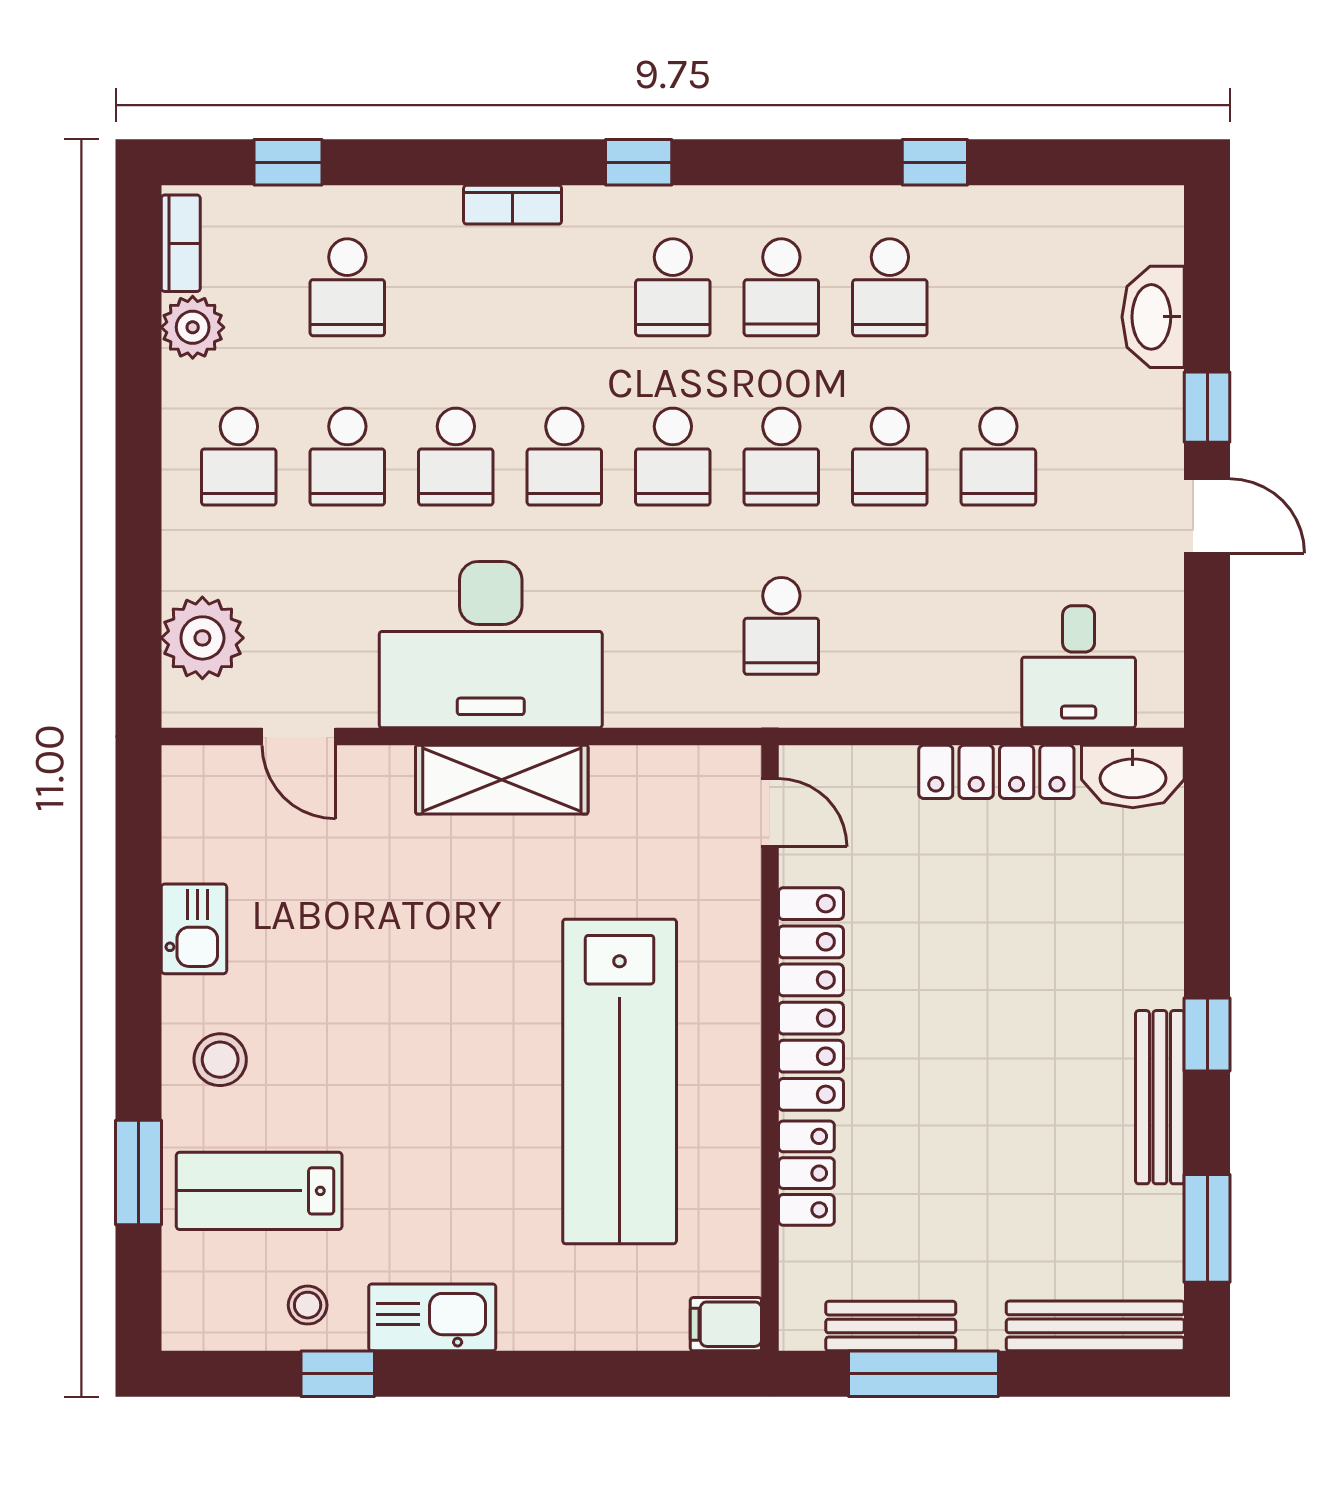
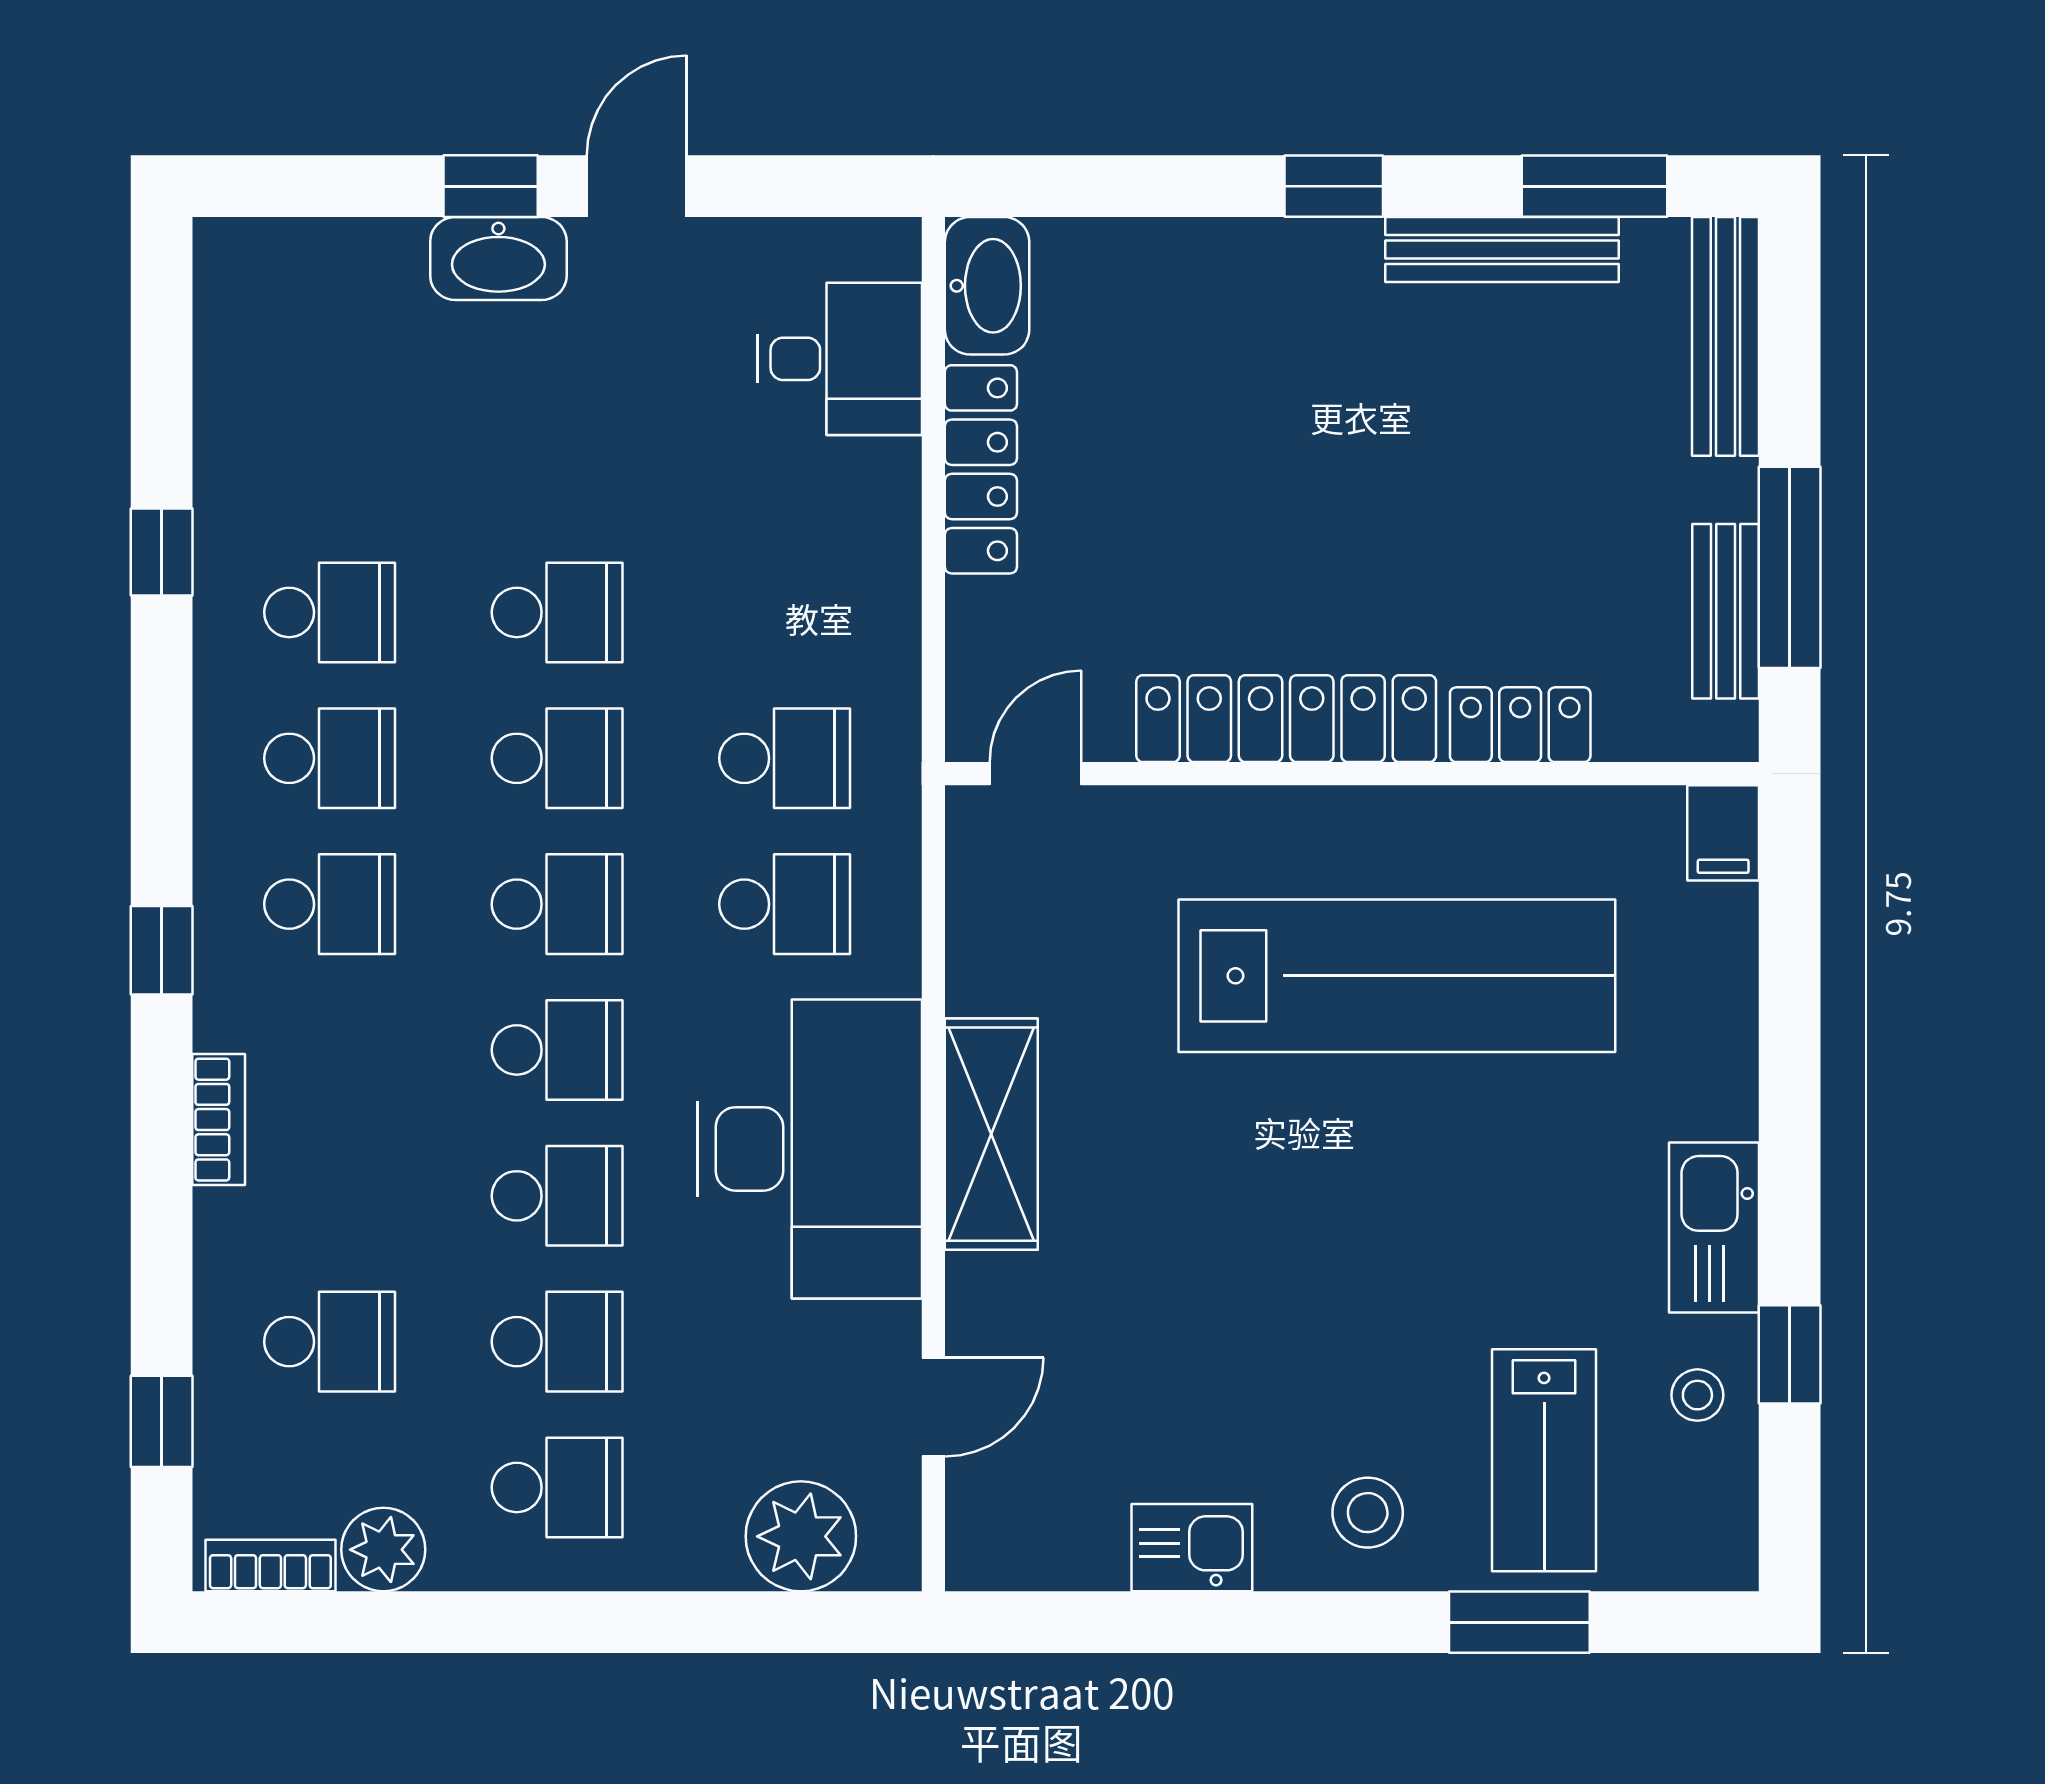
washbasin: (1153, 317) -> (498, 259), moved
school desk: (998, 457) -> (785, 904), moved
bench: (1160, 1097) -> (1502, 249), moved

